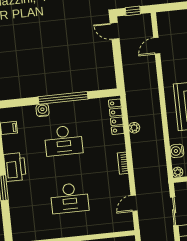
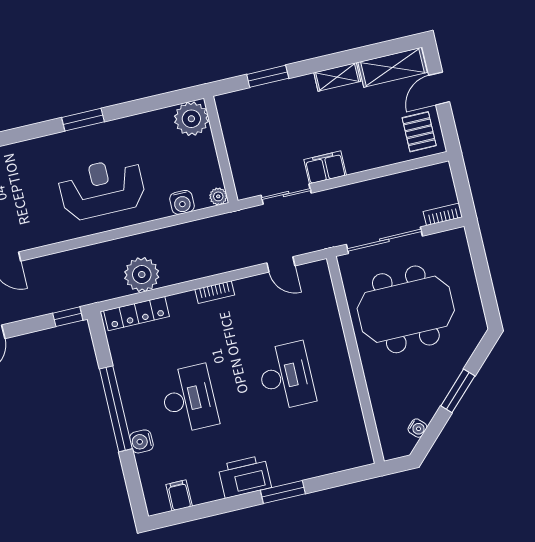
window: (120, 77) -> (68, 317), added
plant: (134, 128) -> (142, 275), width x1.88, depth x1.88

